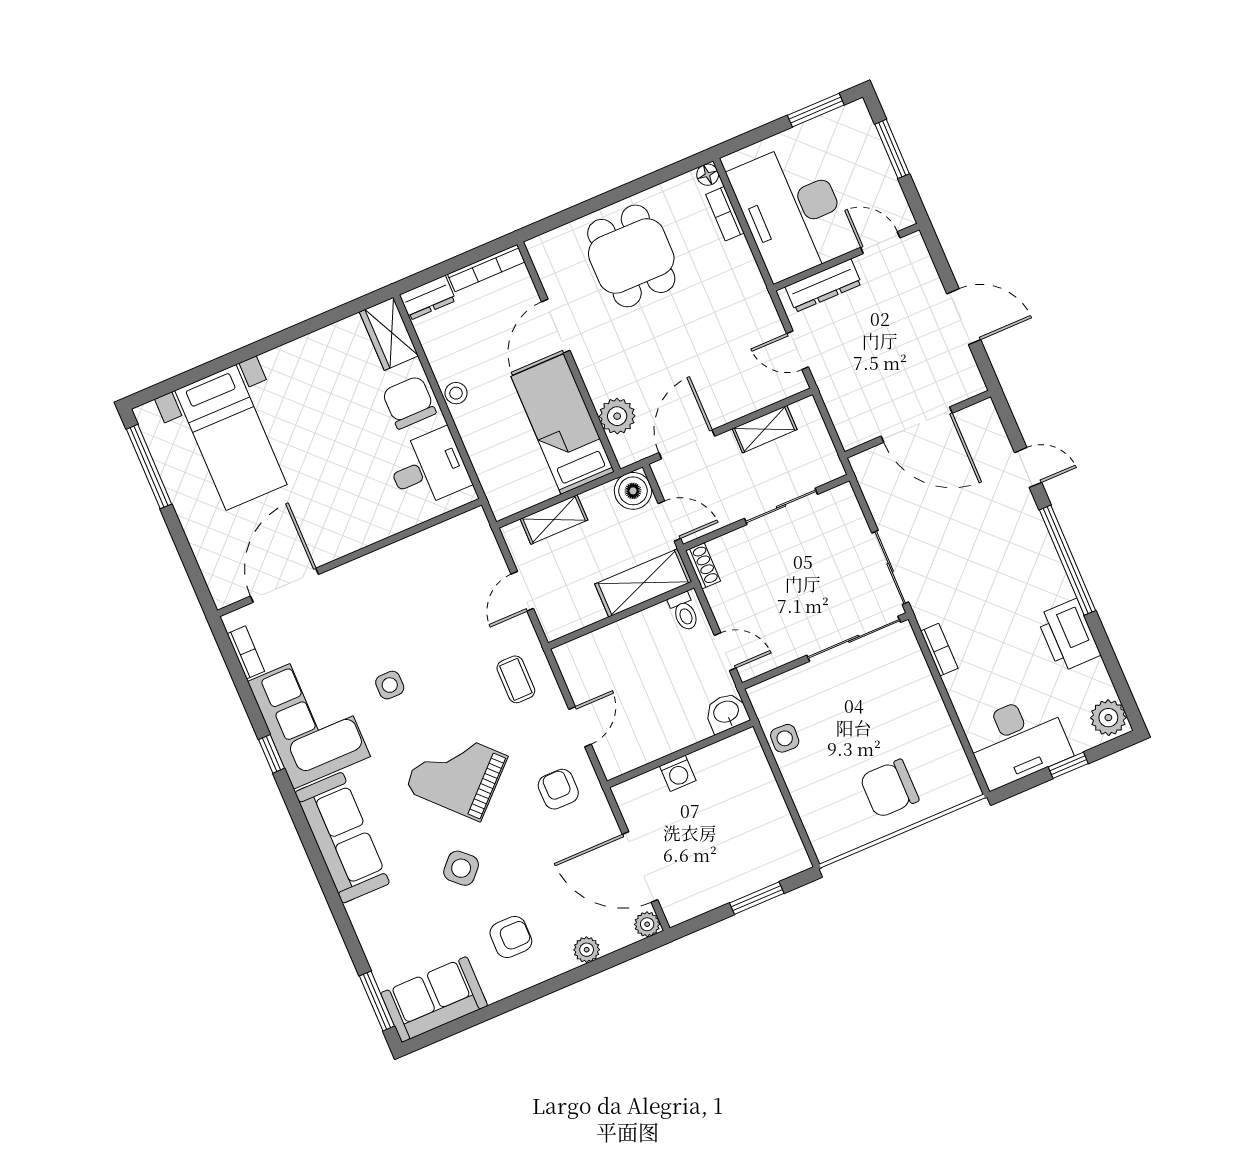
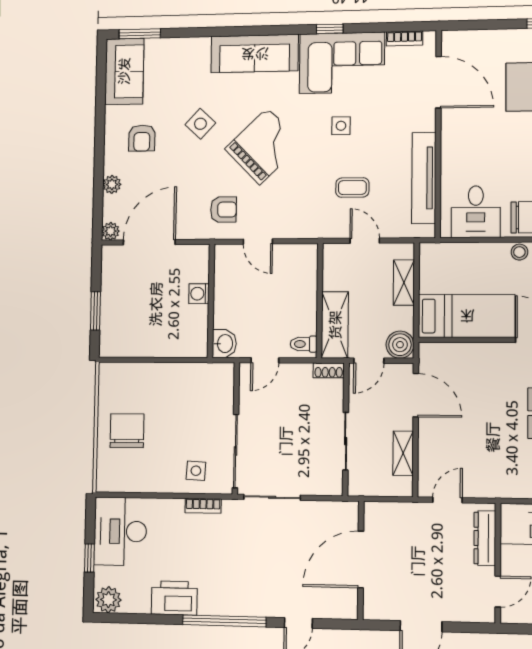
plant: (617, 416) -> (456, 356), removed
tv unit: (413, 551) -> (424, 178), added
coffee table: (516, 679) -> (352, 187), moved
side table: (785, 738) -> (196, 471), moved

